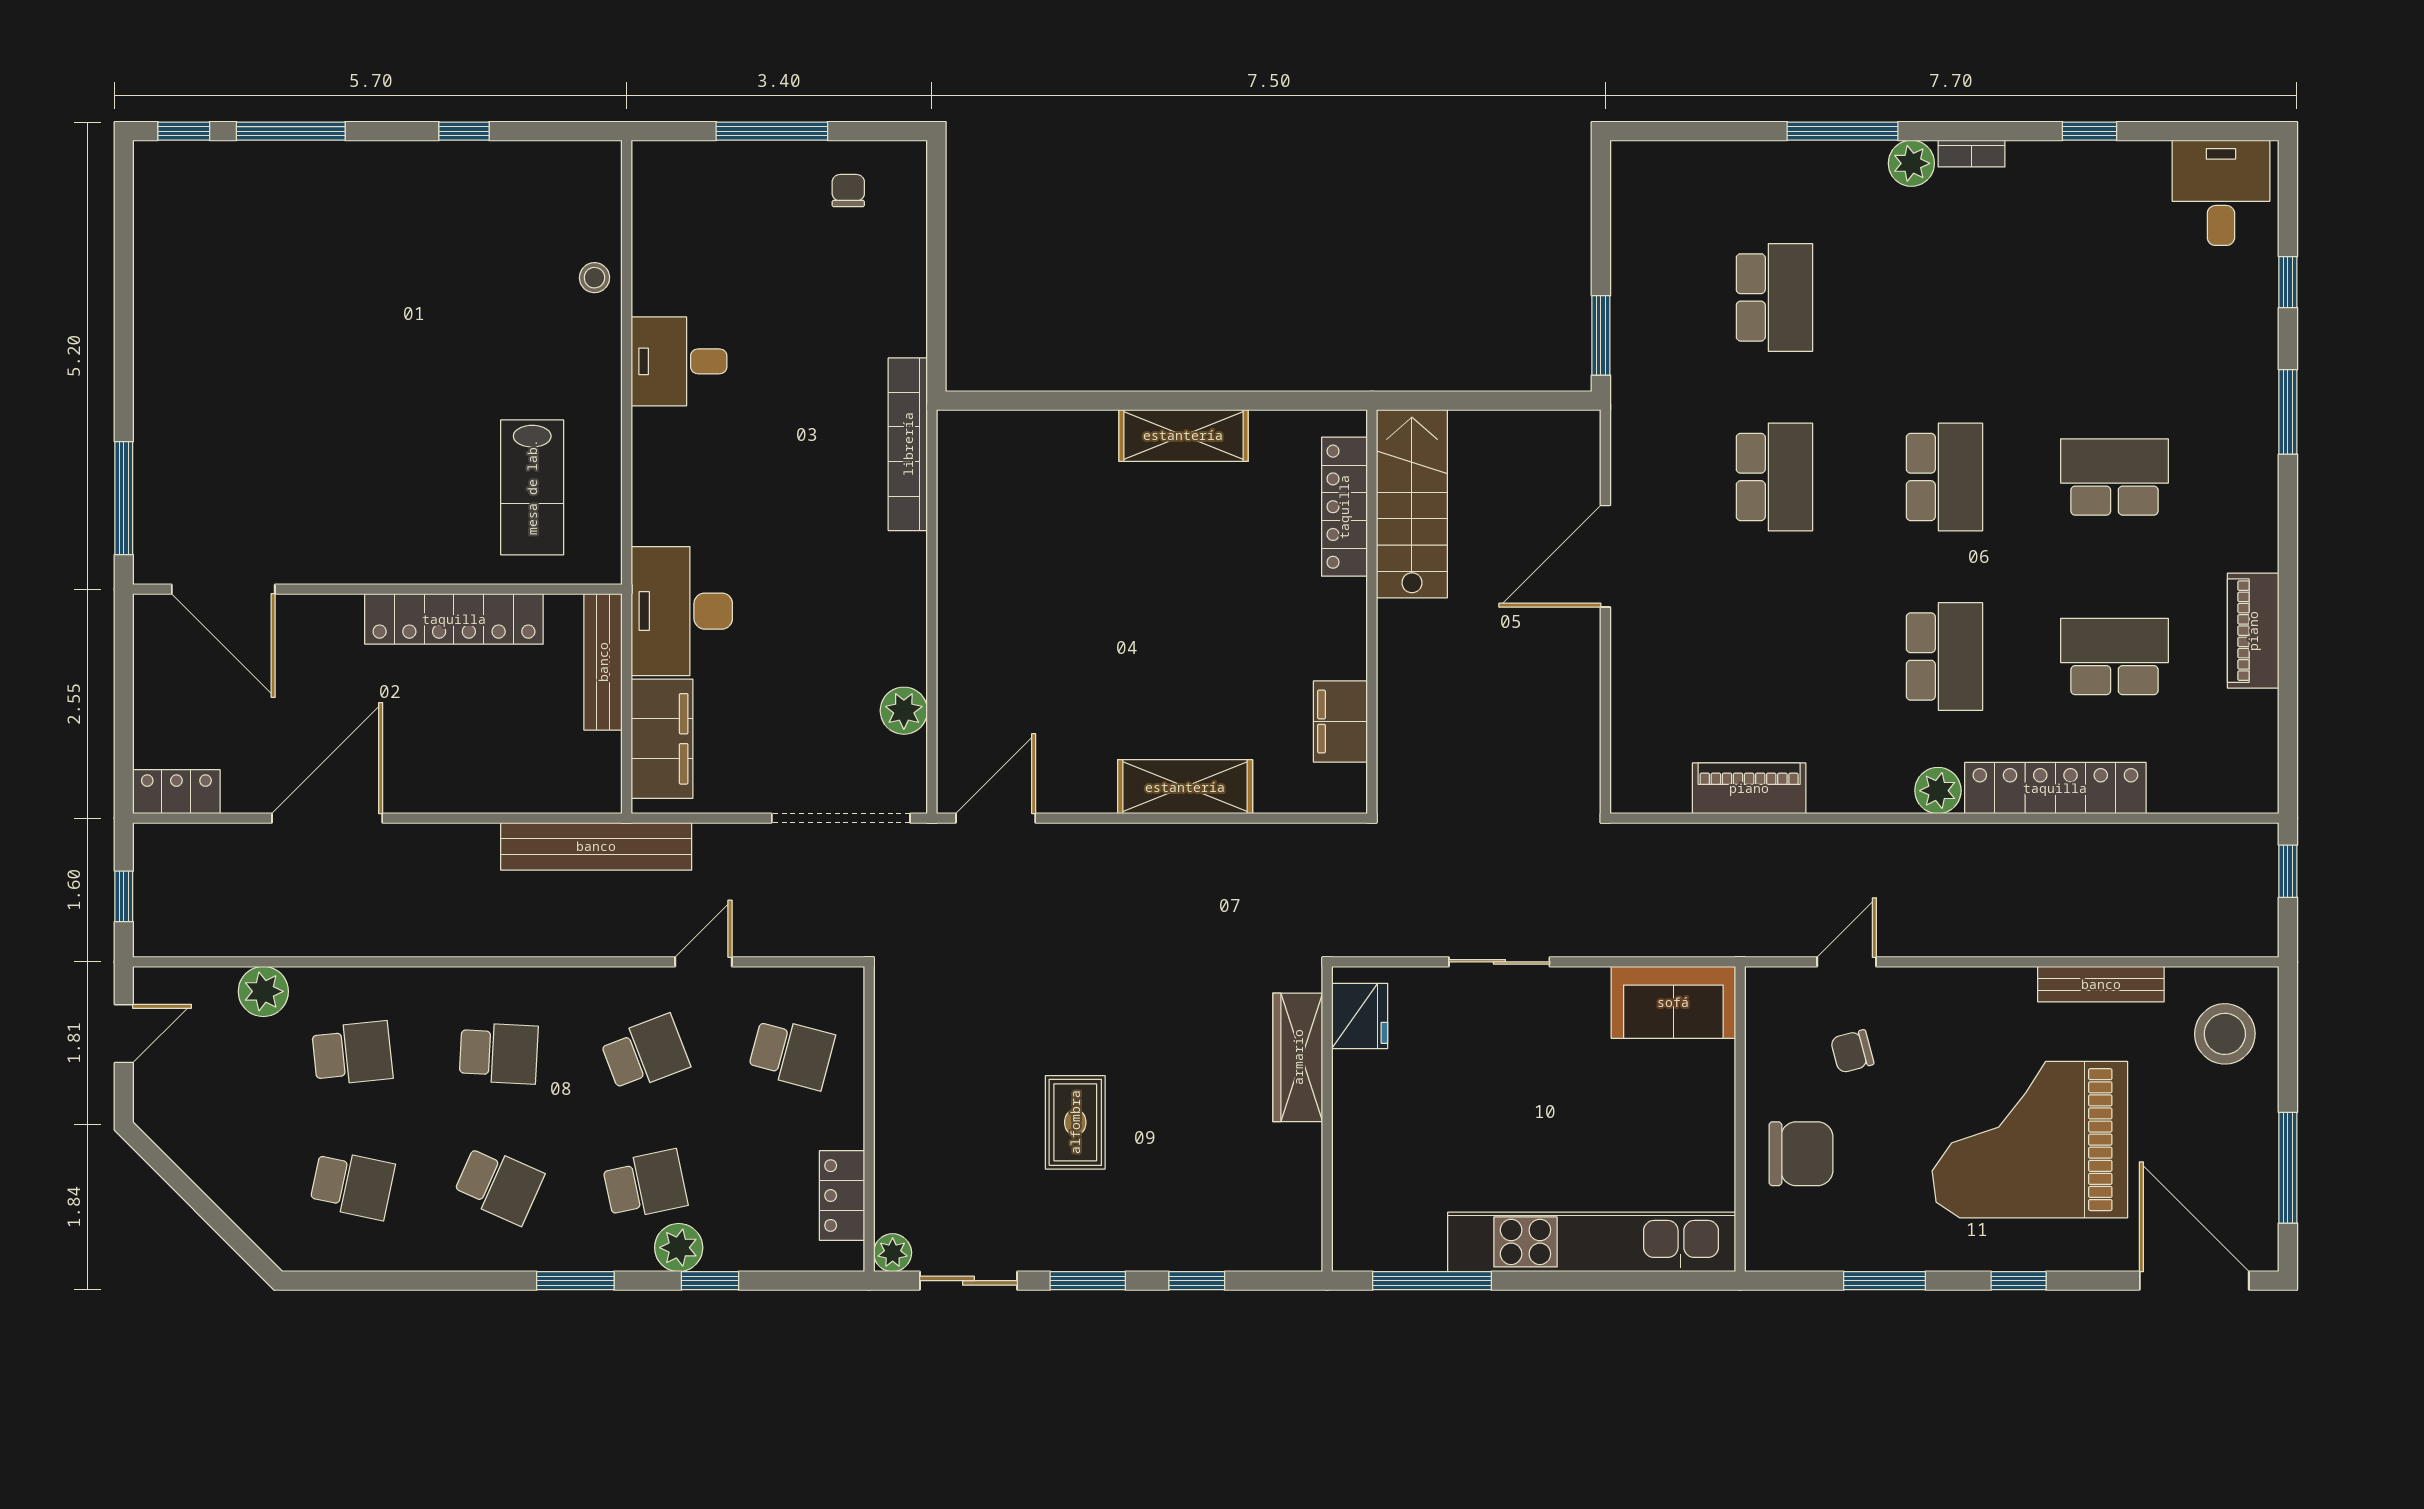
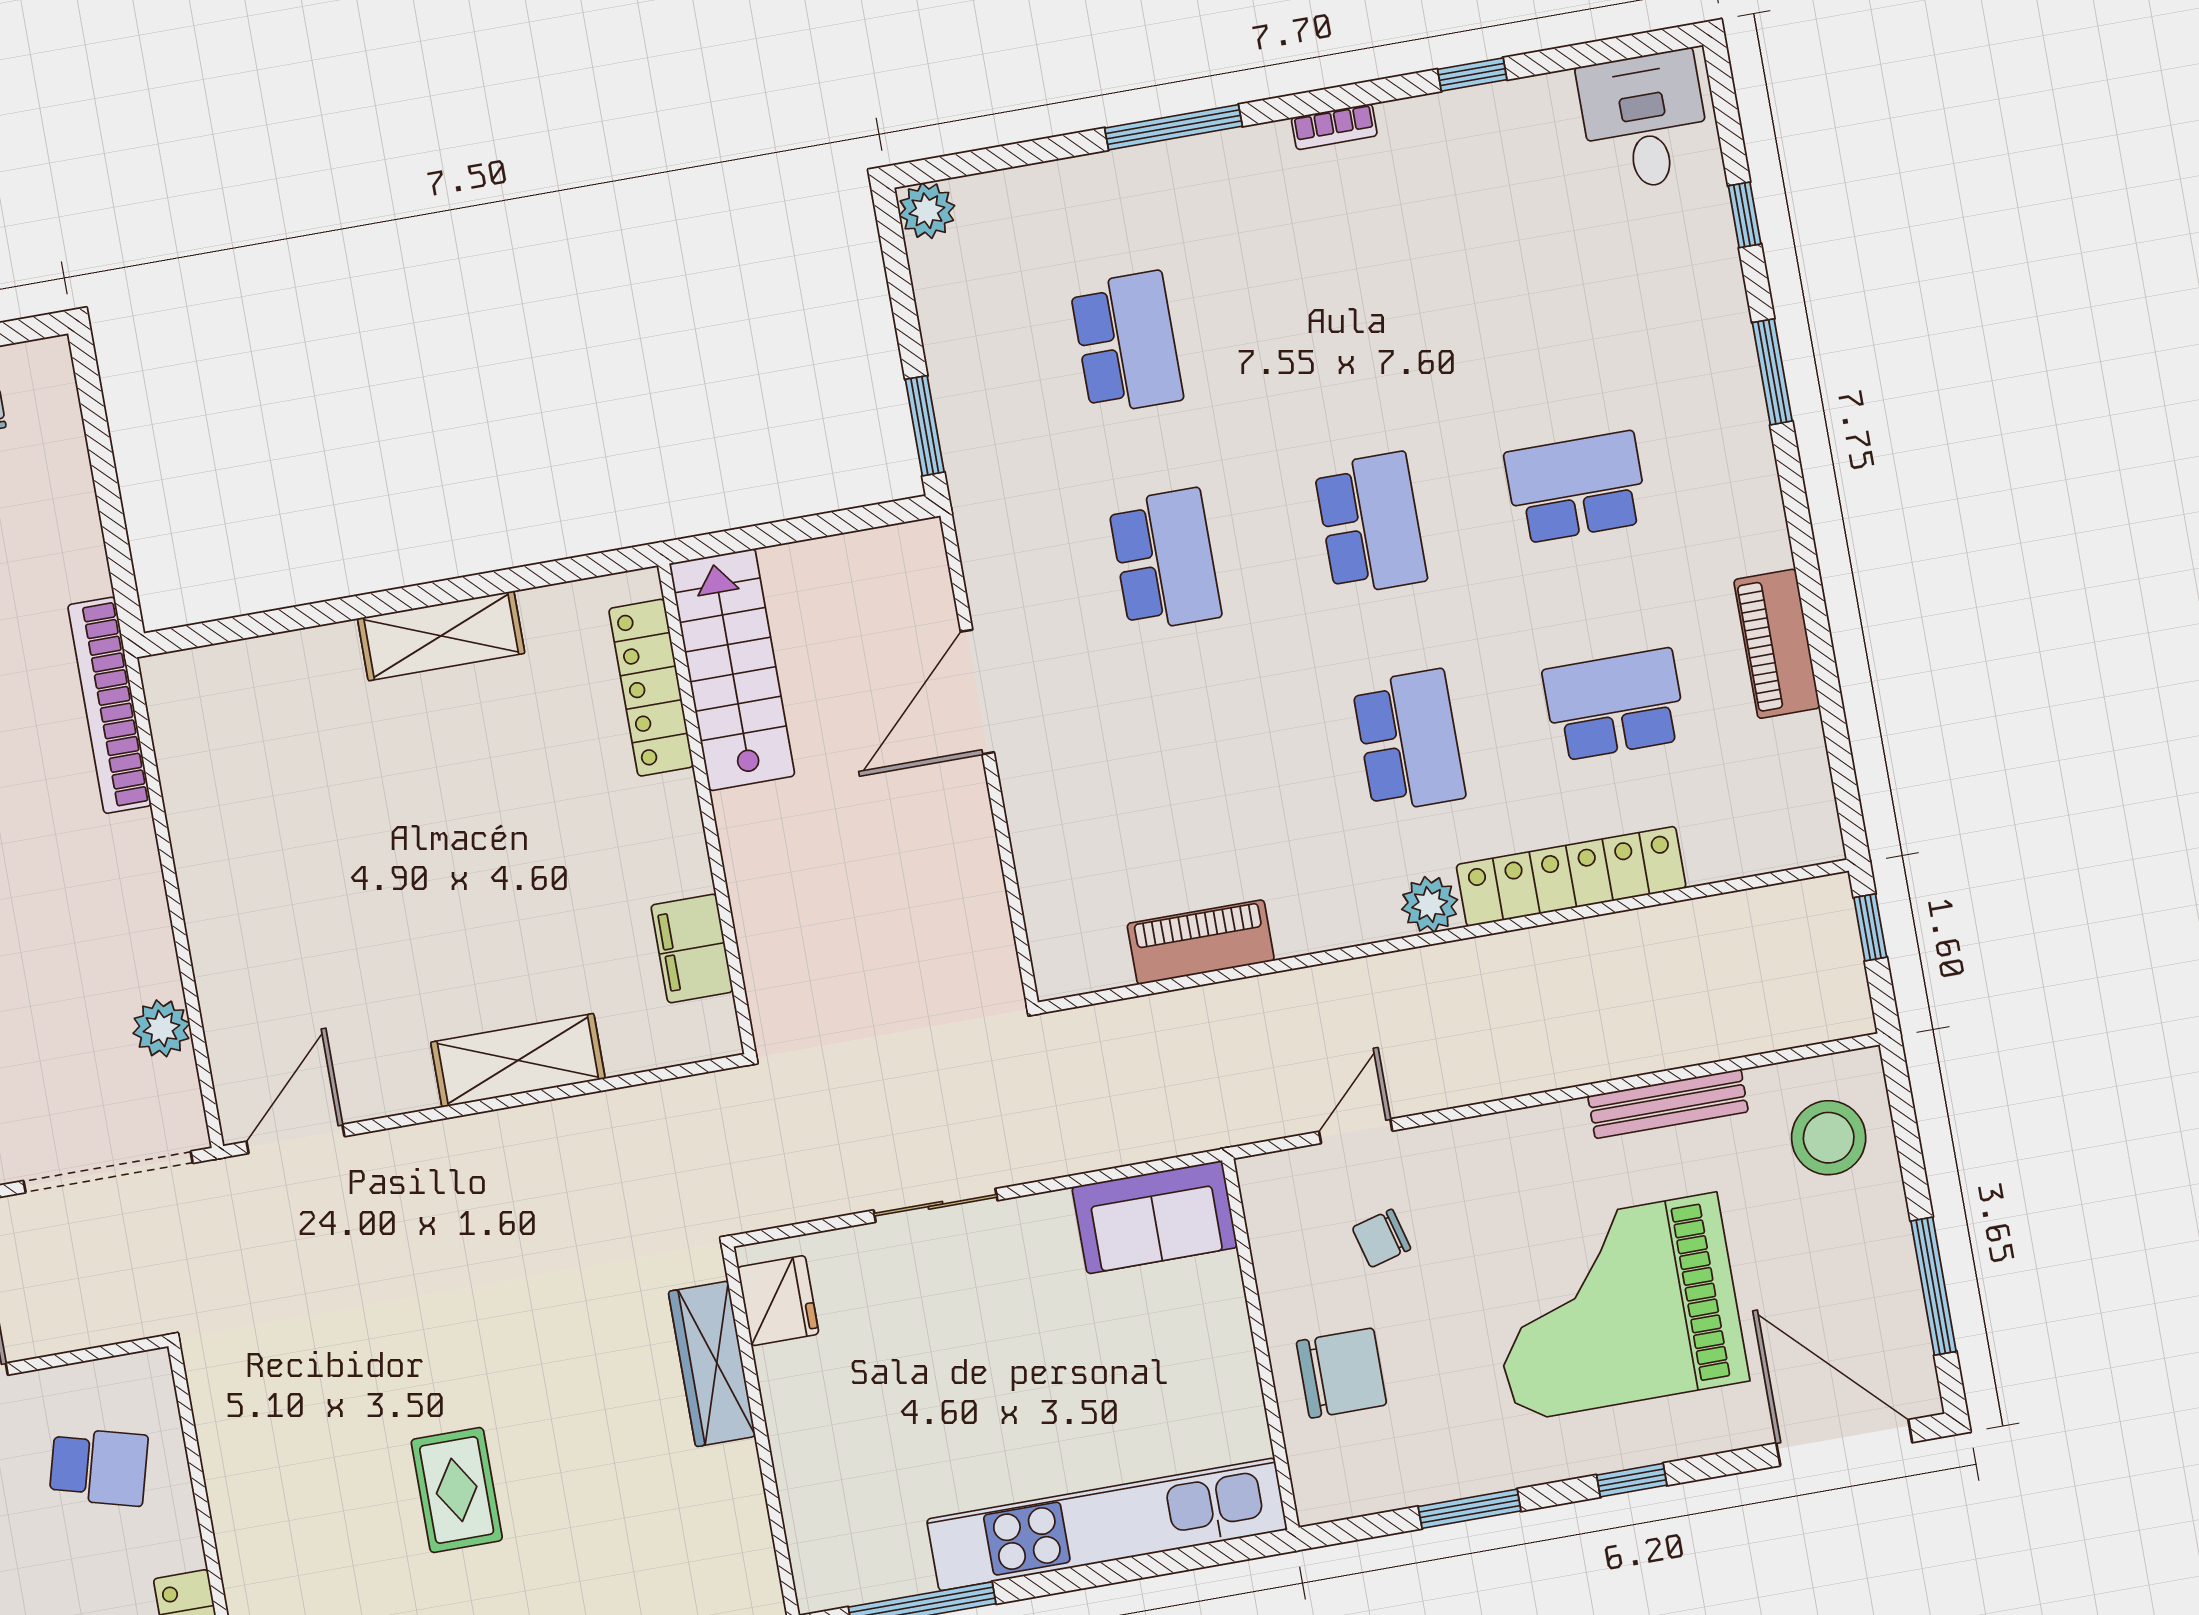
plant: (1911, 163) -> (927, 211), moved

